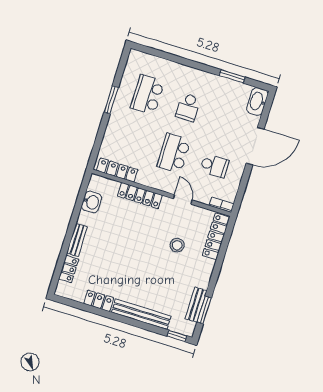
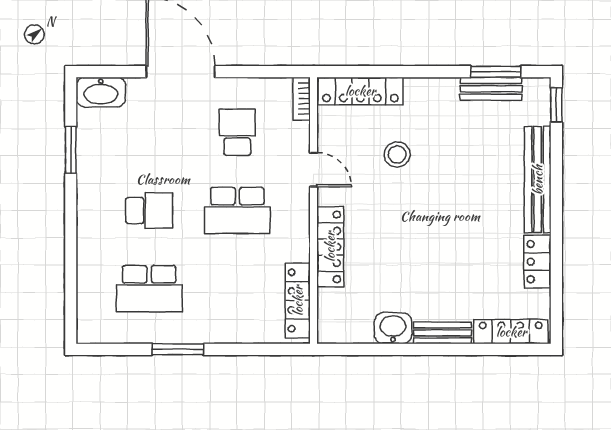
door: (183, 199) -> (314, 170), swing flipped
washbasin: (91, 202) -> (393, 328), moved
locker: (69, 269) -> (511, 332), width x1.53

